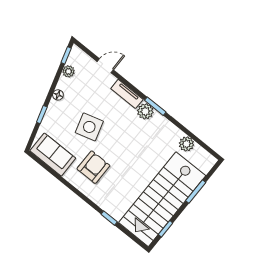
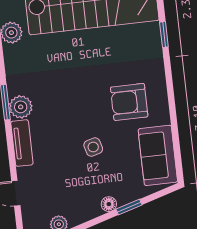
floor lamp: (58, 95) -> (109, 204), moved
side table: (89, 127) -> (93, 147), width x0.54, depth x0.54

